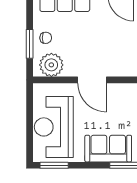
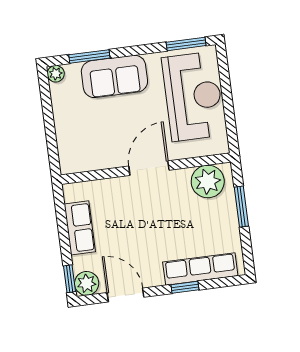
chair: (46, 38) -> (220, 218), removed
door: (92, 80) -> (149, 168), hinge flipped

